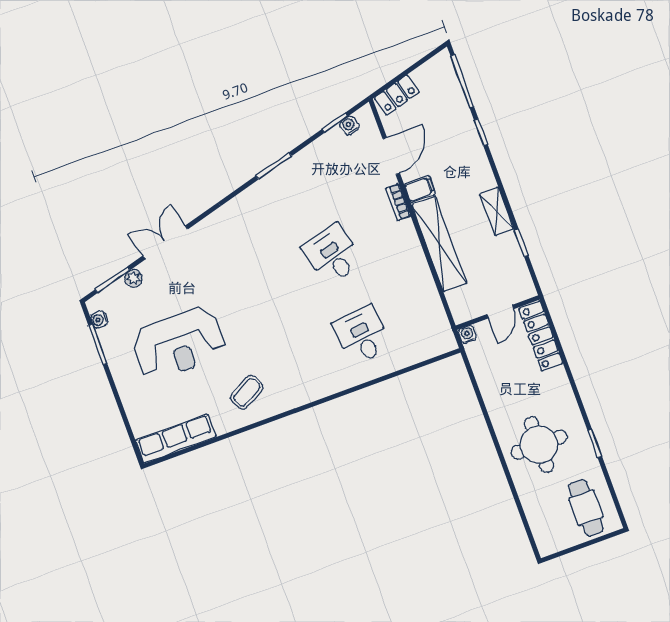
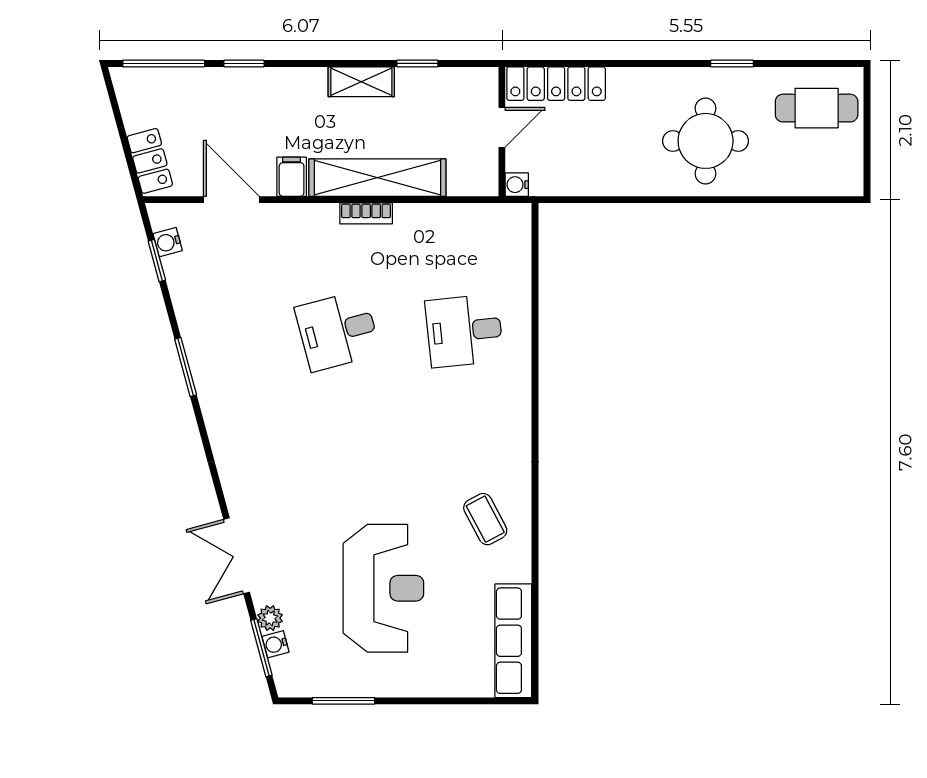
bookcase: (398, 202) -> (366, 213), moved
door: (500, 312) -> (502, 127), hinge flipped
water cooler: (99, 320) -> (275, 644), moved, turned 75

